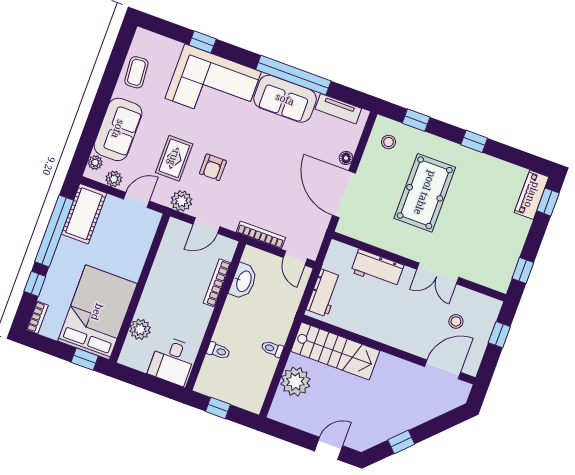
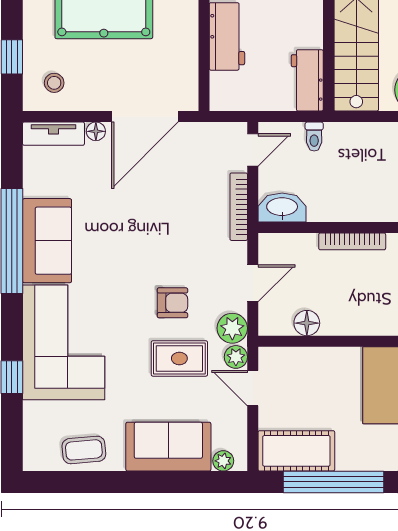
tv unit: (338, 109) -> (53, 134), moved, turned 90
plant: (114, 179) -> (236, 357), moved
door: (206, 226) -> (253, 283), hinge flipped
floor lamp: (167, 252) -> (307, 323), added
washbasin: (243, 281) -> (282, 208), moved
bookcase: (217, 283) -> (352, 241), moved
workbench: (324, 293) -> (307, 80), moved, turned -90
toilet: (272, 349) -> (314, 137), moved

